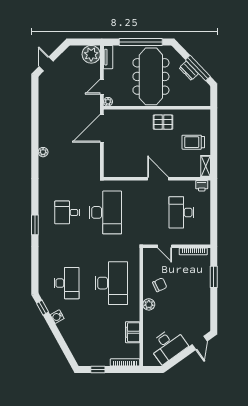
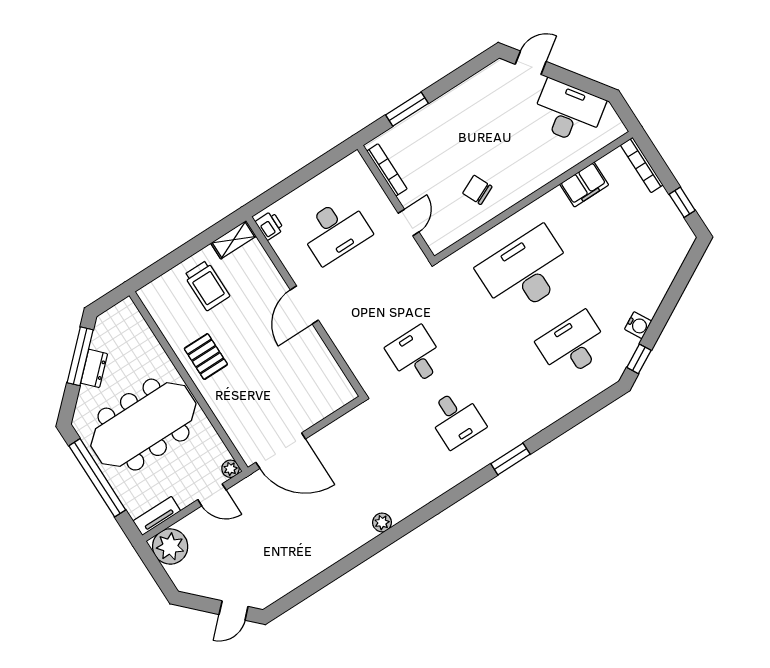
desk: (105, 212) -> (416, 356), width x0.53, depth x0.77
plant: (149, 304) -> (521, 187), removed

